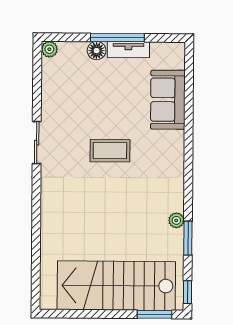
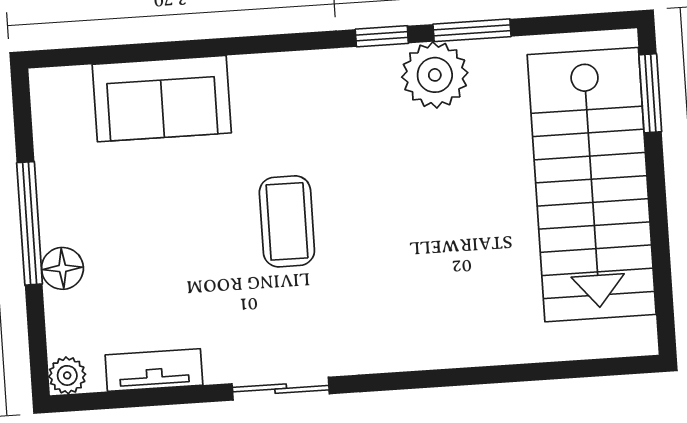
tv unit: (128, 50) -> (154, 370), moved, turned -90
plant: (176, 220) -> (435, 75), width x1.88, depth x1.88
window: (188, 292) -> (382, 36), moved

